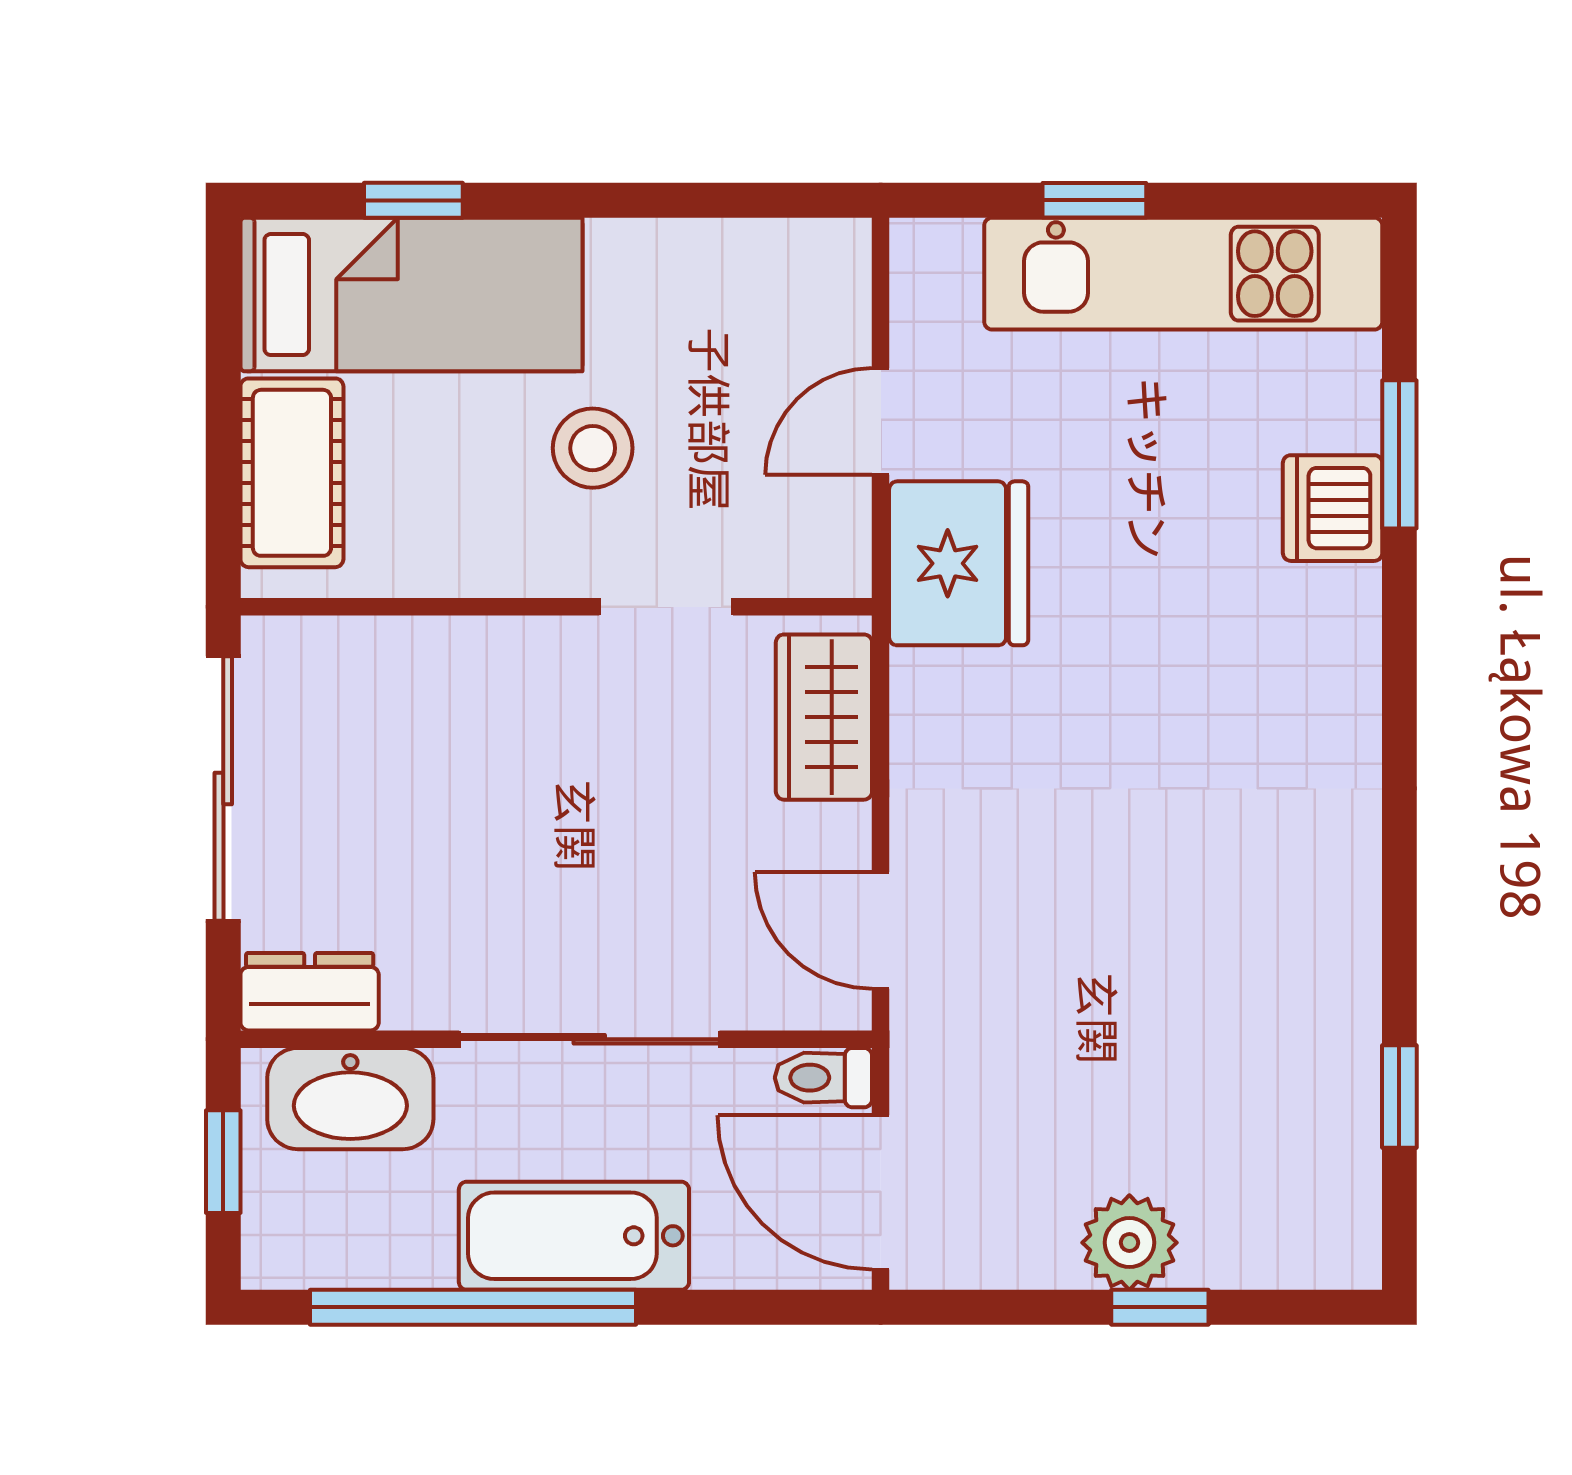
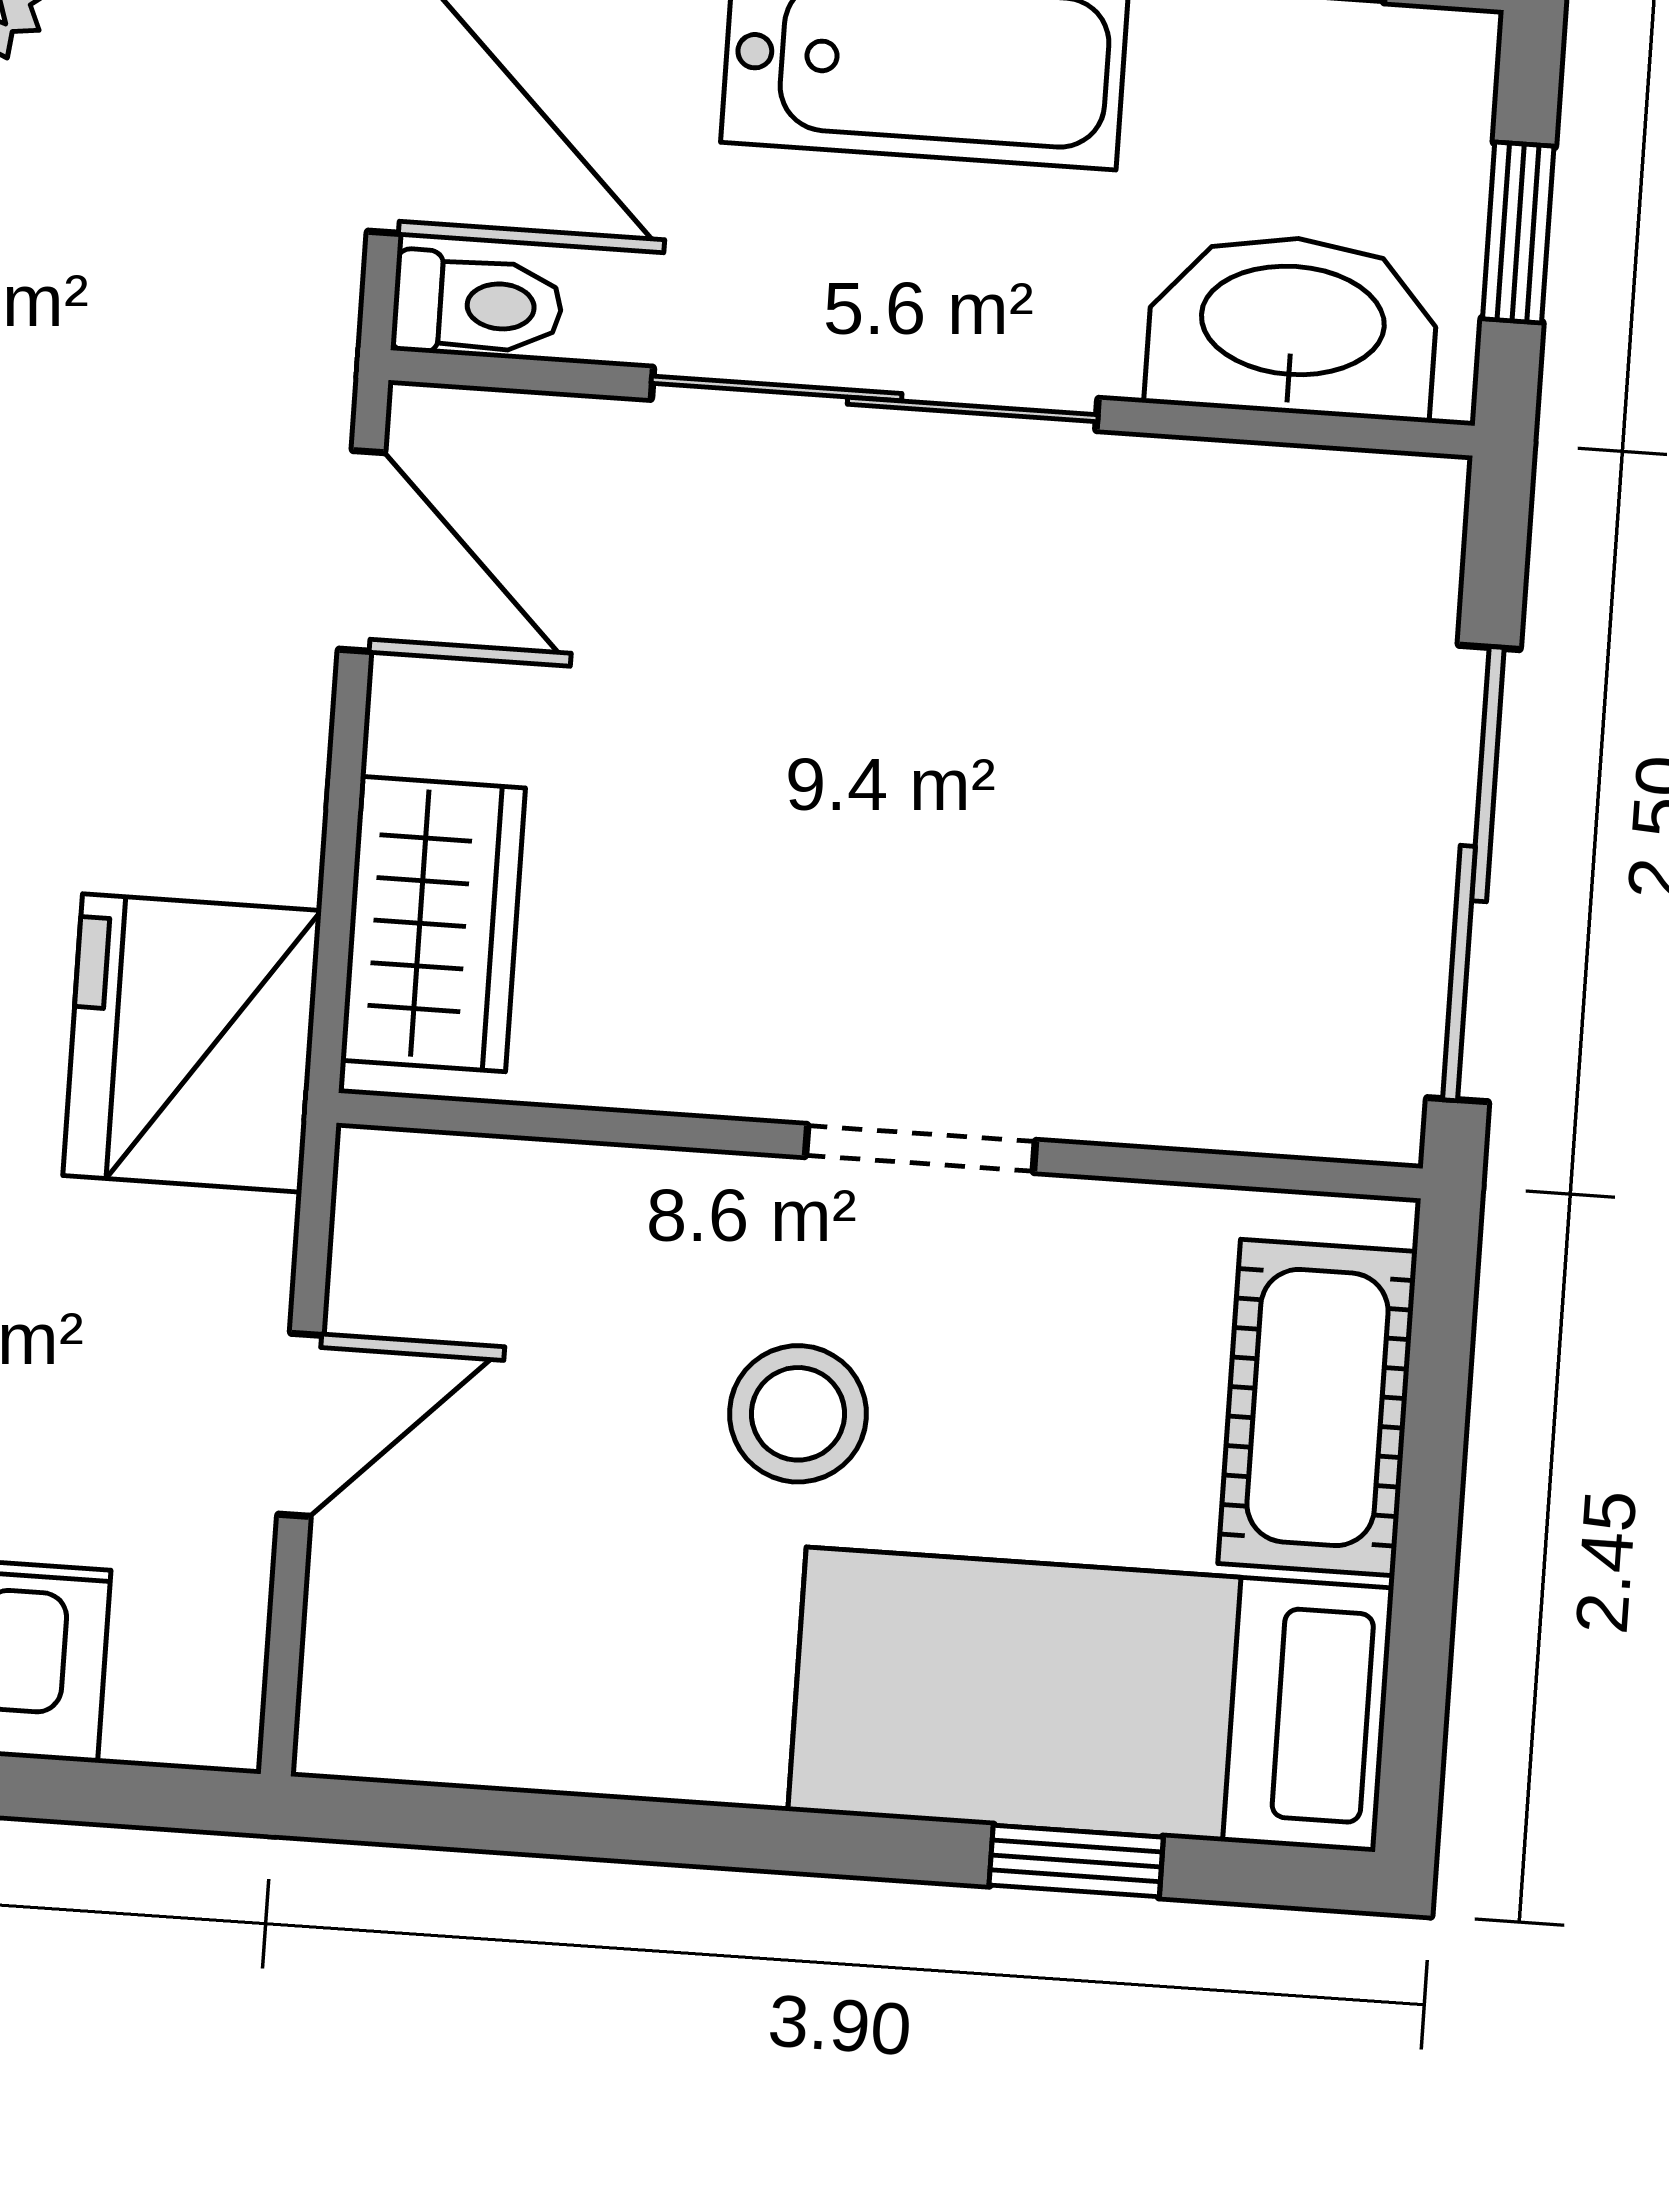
fridge: (959, 563) -> (192, 1043), moved
doorway: (666, 607) -> (920, 1149), moved
dresser: (310, 992) -> (1350, 514), removed

